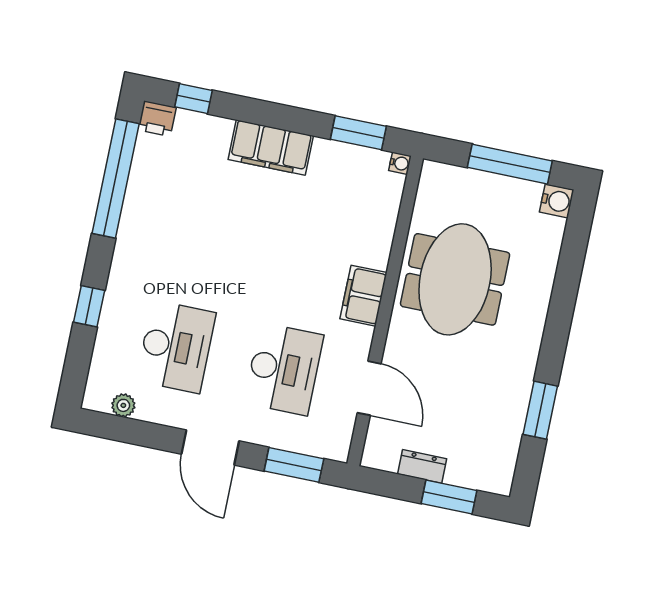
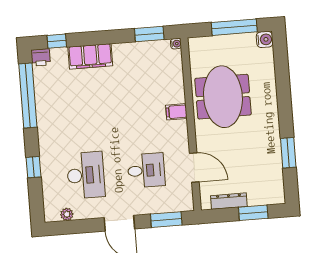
filing cabinet: (271, 148) -> (90, 56), moved
filing cabinet: (363, 296) -> (176, 112), width x0.50
desk: (284, 369) -> (146, 170), width x0.73
dresser: (422, 466) -> (229, 201), width x1.44

